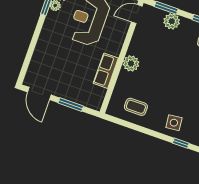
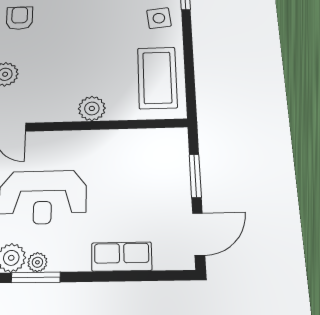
row of seats: (106, 71) -> (122, 257), moved, turned 180
coffee table: (136, 107) -> (157, 78), width x1.86, depth x1.72

